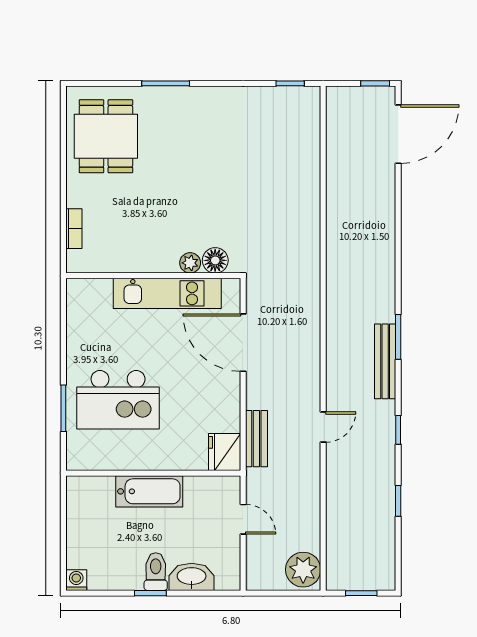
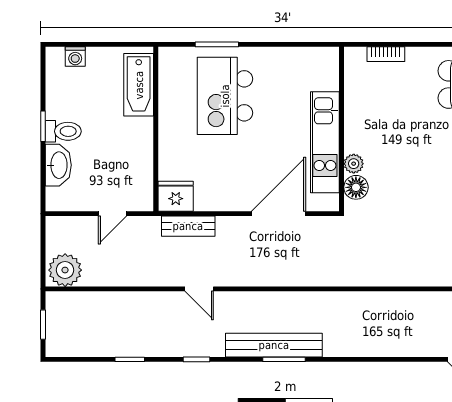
bench: (385, 361) -> (274, 345), width x1.37, depth x1.21
bathtub: (149, 491) -> (139, 85), moved
washing machine: (76, 580) -> (75, 57), moved, turned 90

